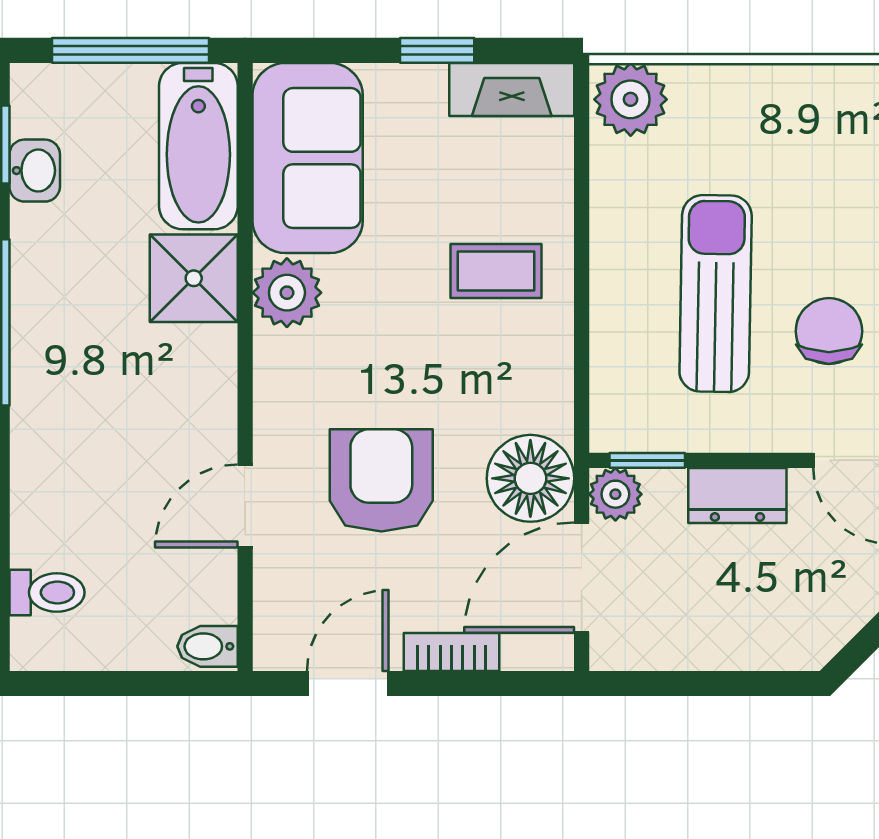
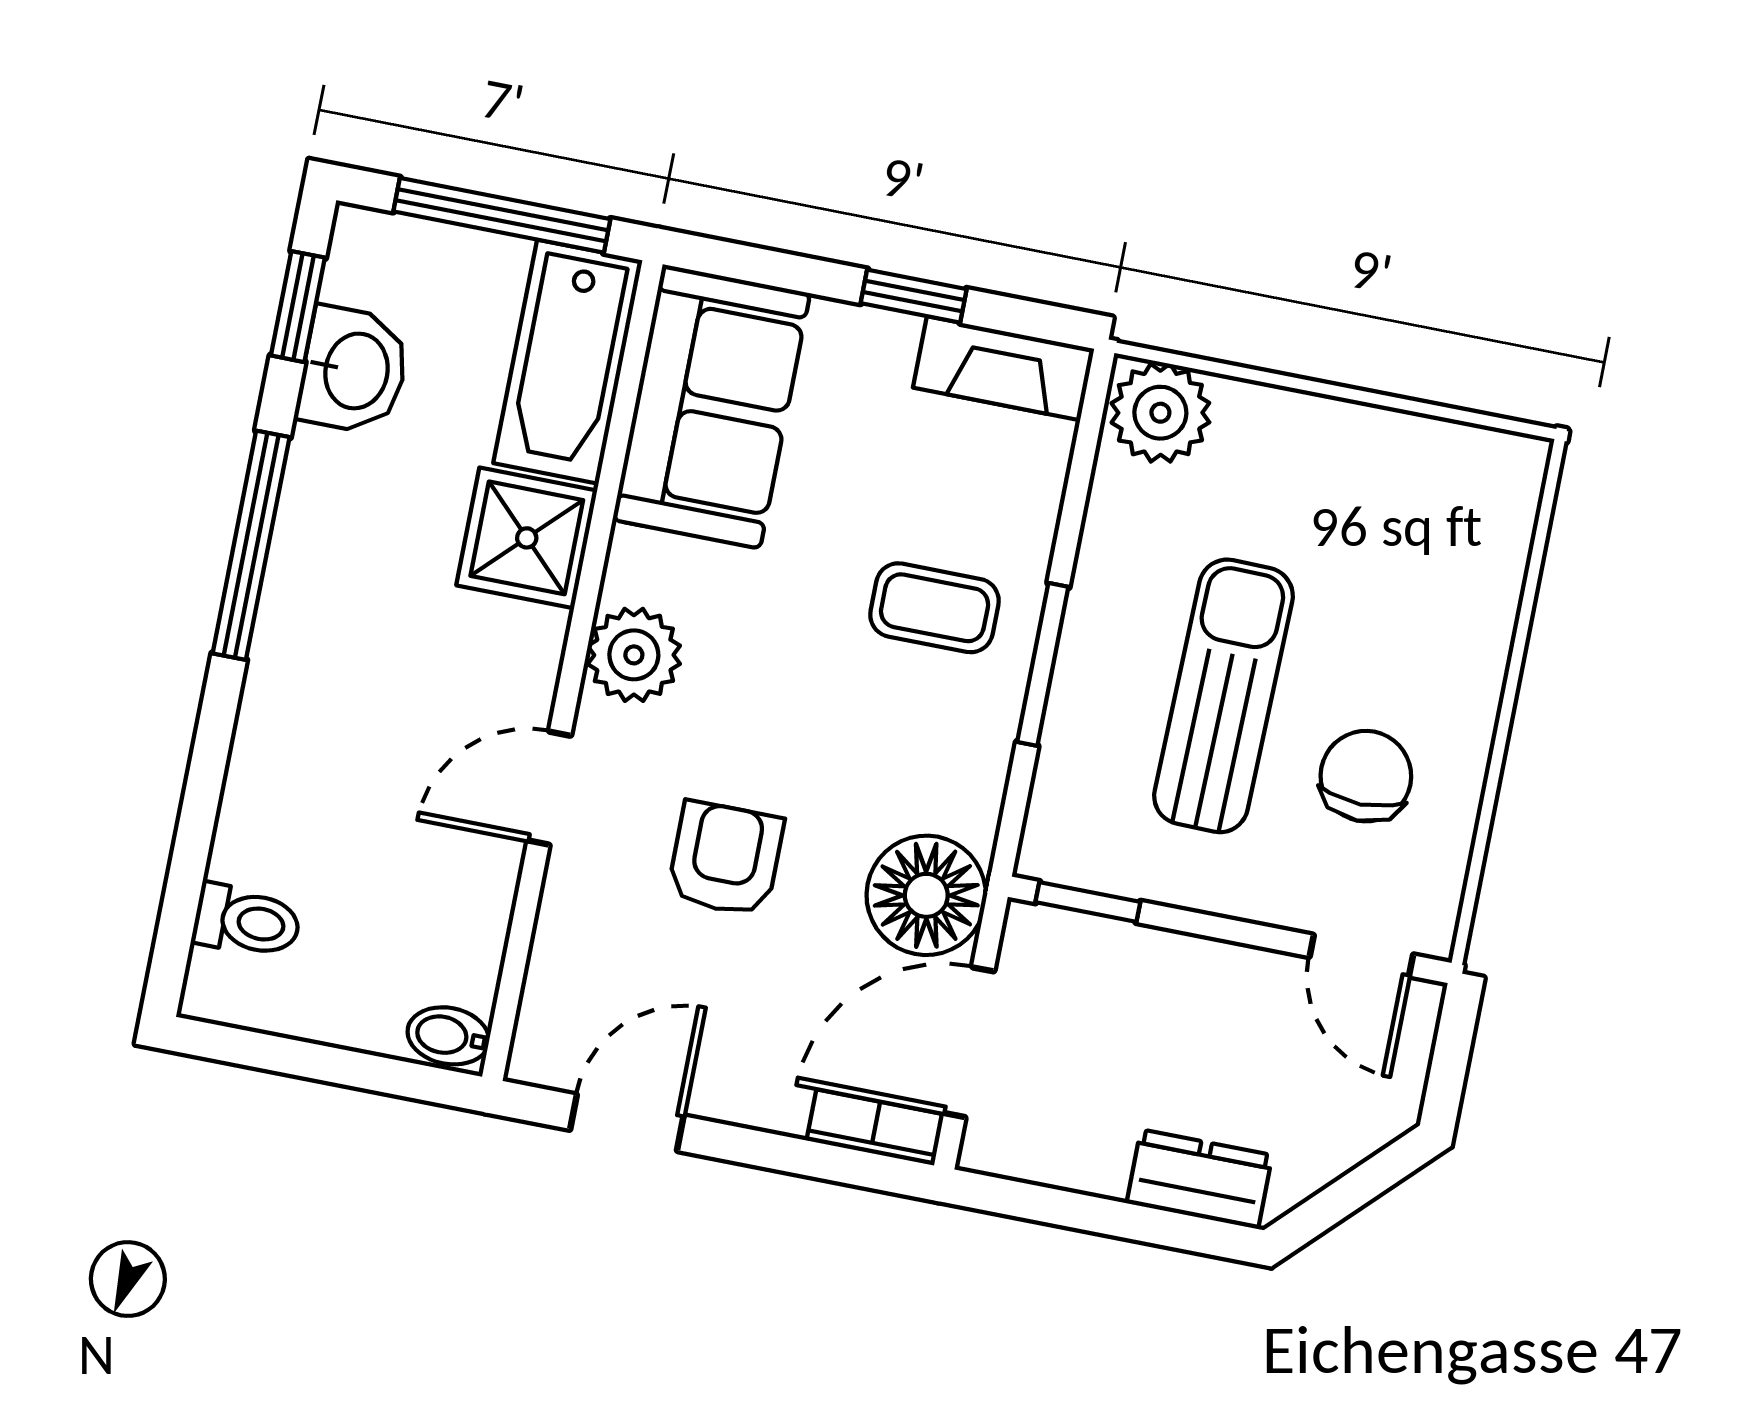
washbasin: (35, 171) -> (354, 370), width x1.38, depth x1.45
plant: (287, 293) -> (634, 655), moved
window: (582, 296) -> (1043, 664), added
armchair: (381, 480) -> (725, 859), width x0.72, depth x0.72
plant: (615, 494) -> (1036, 939), removed
dresser: (737, 495) -> (1199, 1179), moved, turned 180
door: (245, 506) -> (549, 788), moved
bookcase: (451, 652) -> (875, 1127), moved

